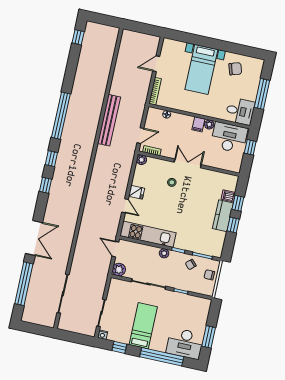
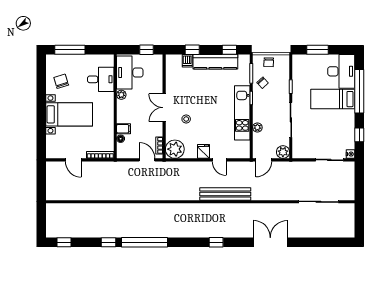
window: (262, 94) -> (70, 50), moved
desk: (240, 111) -> (101, 79), moved, turned 90
bench: (109, 120) -> (225, 194), moved
filing cabinet: (198, 124) -> (124, 129), moved
window: (250, 147) -> (146, 50), moved
window: (51, 159) -> (108, 242), moved
plant: (142, 160) -> (175, 149), width x1.88, depth x1.88
door: (125, 206) -> (219, 160), swing flipped
kitchen counter: (223, 216) -> (215, 62), width x1.50
window: (233, 225) -> (229, 50), moved
kitchen unit: (148, 234) -> (242, 113), moved
plant: (164, 253) -> (257, 127), moved
window: (24, 284) -> (317, 242), removed
bed: (143, 326) -> (333, 99), moved
window: (209, 337) -> (318, 50), moved

